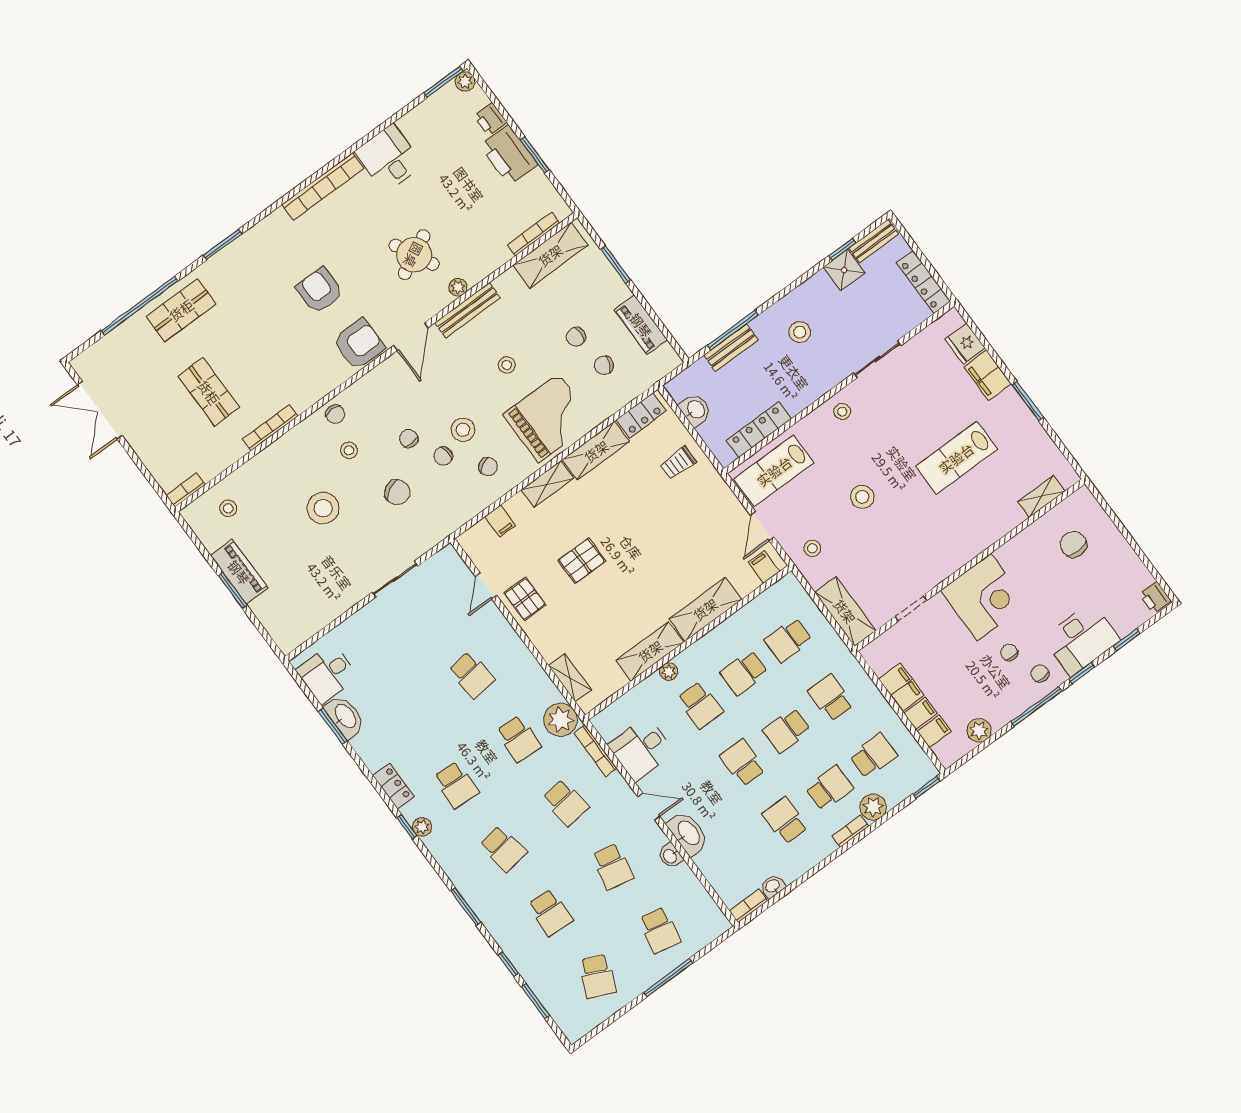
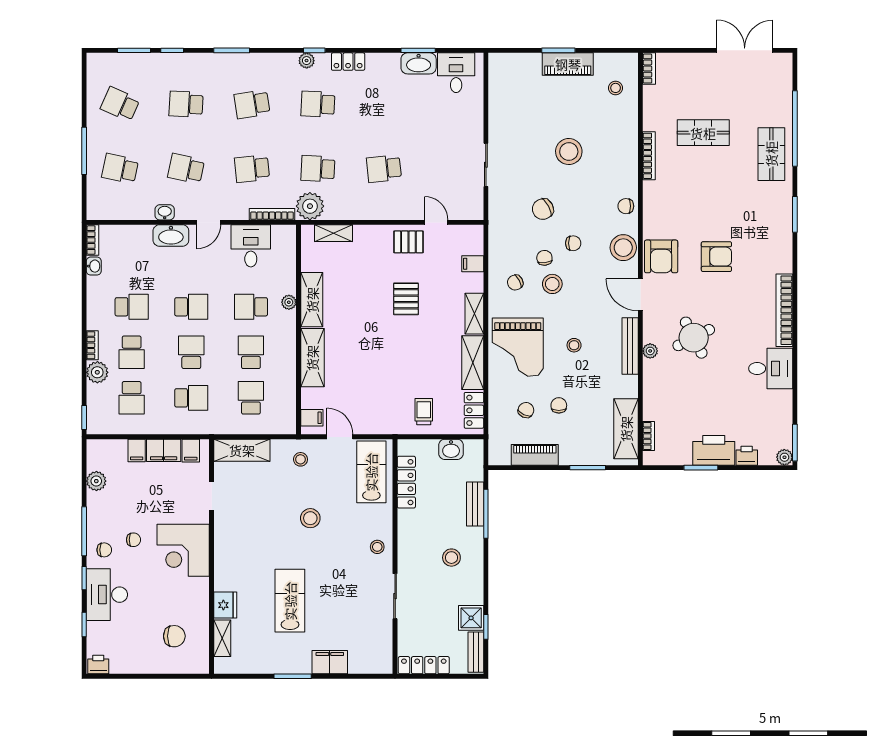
bookcase: (533, 234) -> (649, 436), width x0.64
fridge: (965, 344) -> (225, 605), moved, turned 90
stool: (349, 450) -> (623, 248), moved, width x1.89, depth x1.89
filing cabinet: (934, 731) -> (191, 451), moved

